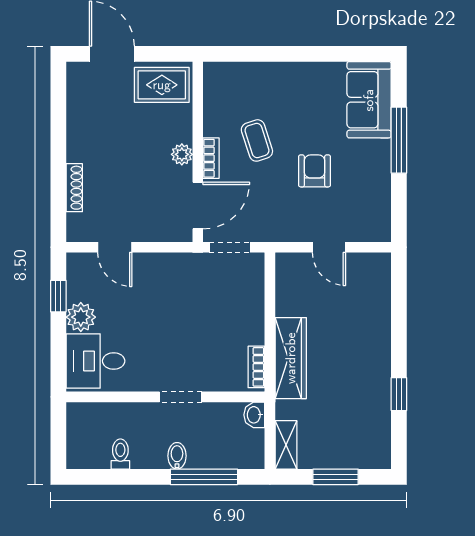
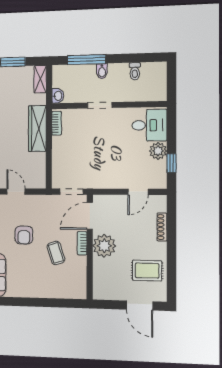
rug: (162, 85) -> (147, 271), moved
plant: (182, 154) -> (104, 246), width x1.88, depth x1.88
door: (115, 247) -> (138, 192), swing flipped

